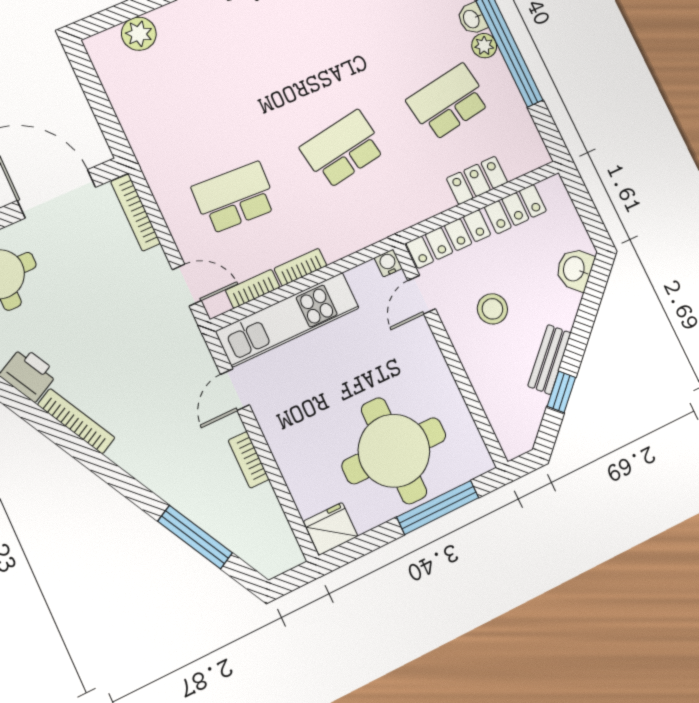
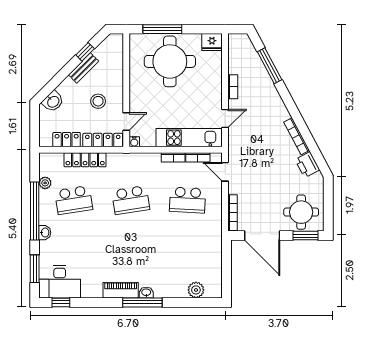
plant: (484, 46) -> (45, 183), moved
locker: (477, 180) -> (85, 160), width x1.53

